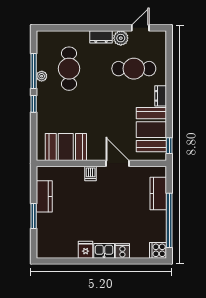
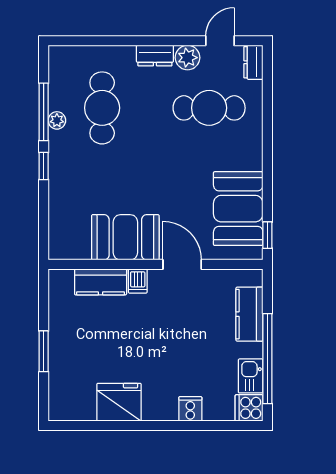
dresser: (161, 96) -> (253, 62), moved
booth: (66, 147) -> (125, 237), moved
kitchen counter: (44, 196) -> (101, 282), moved, turned 90
fridge: (86, 250) -> (119, 402), width x1.88, depth x1.34
kitchen sink: (104, 251) -> (251, 376), moved, turned -90

